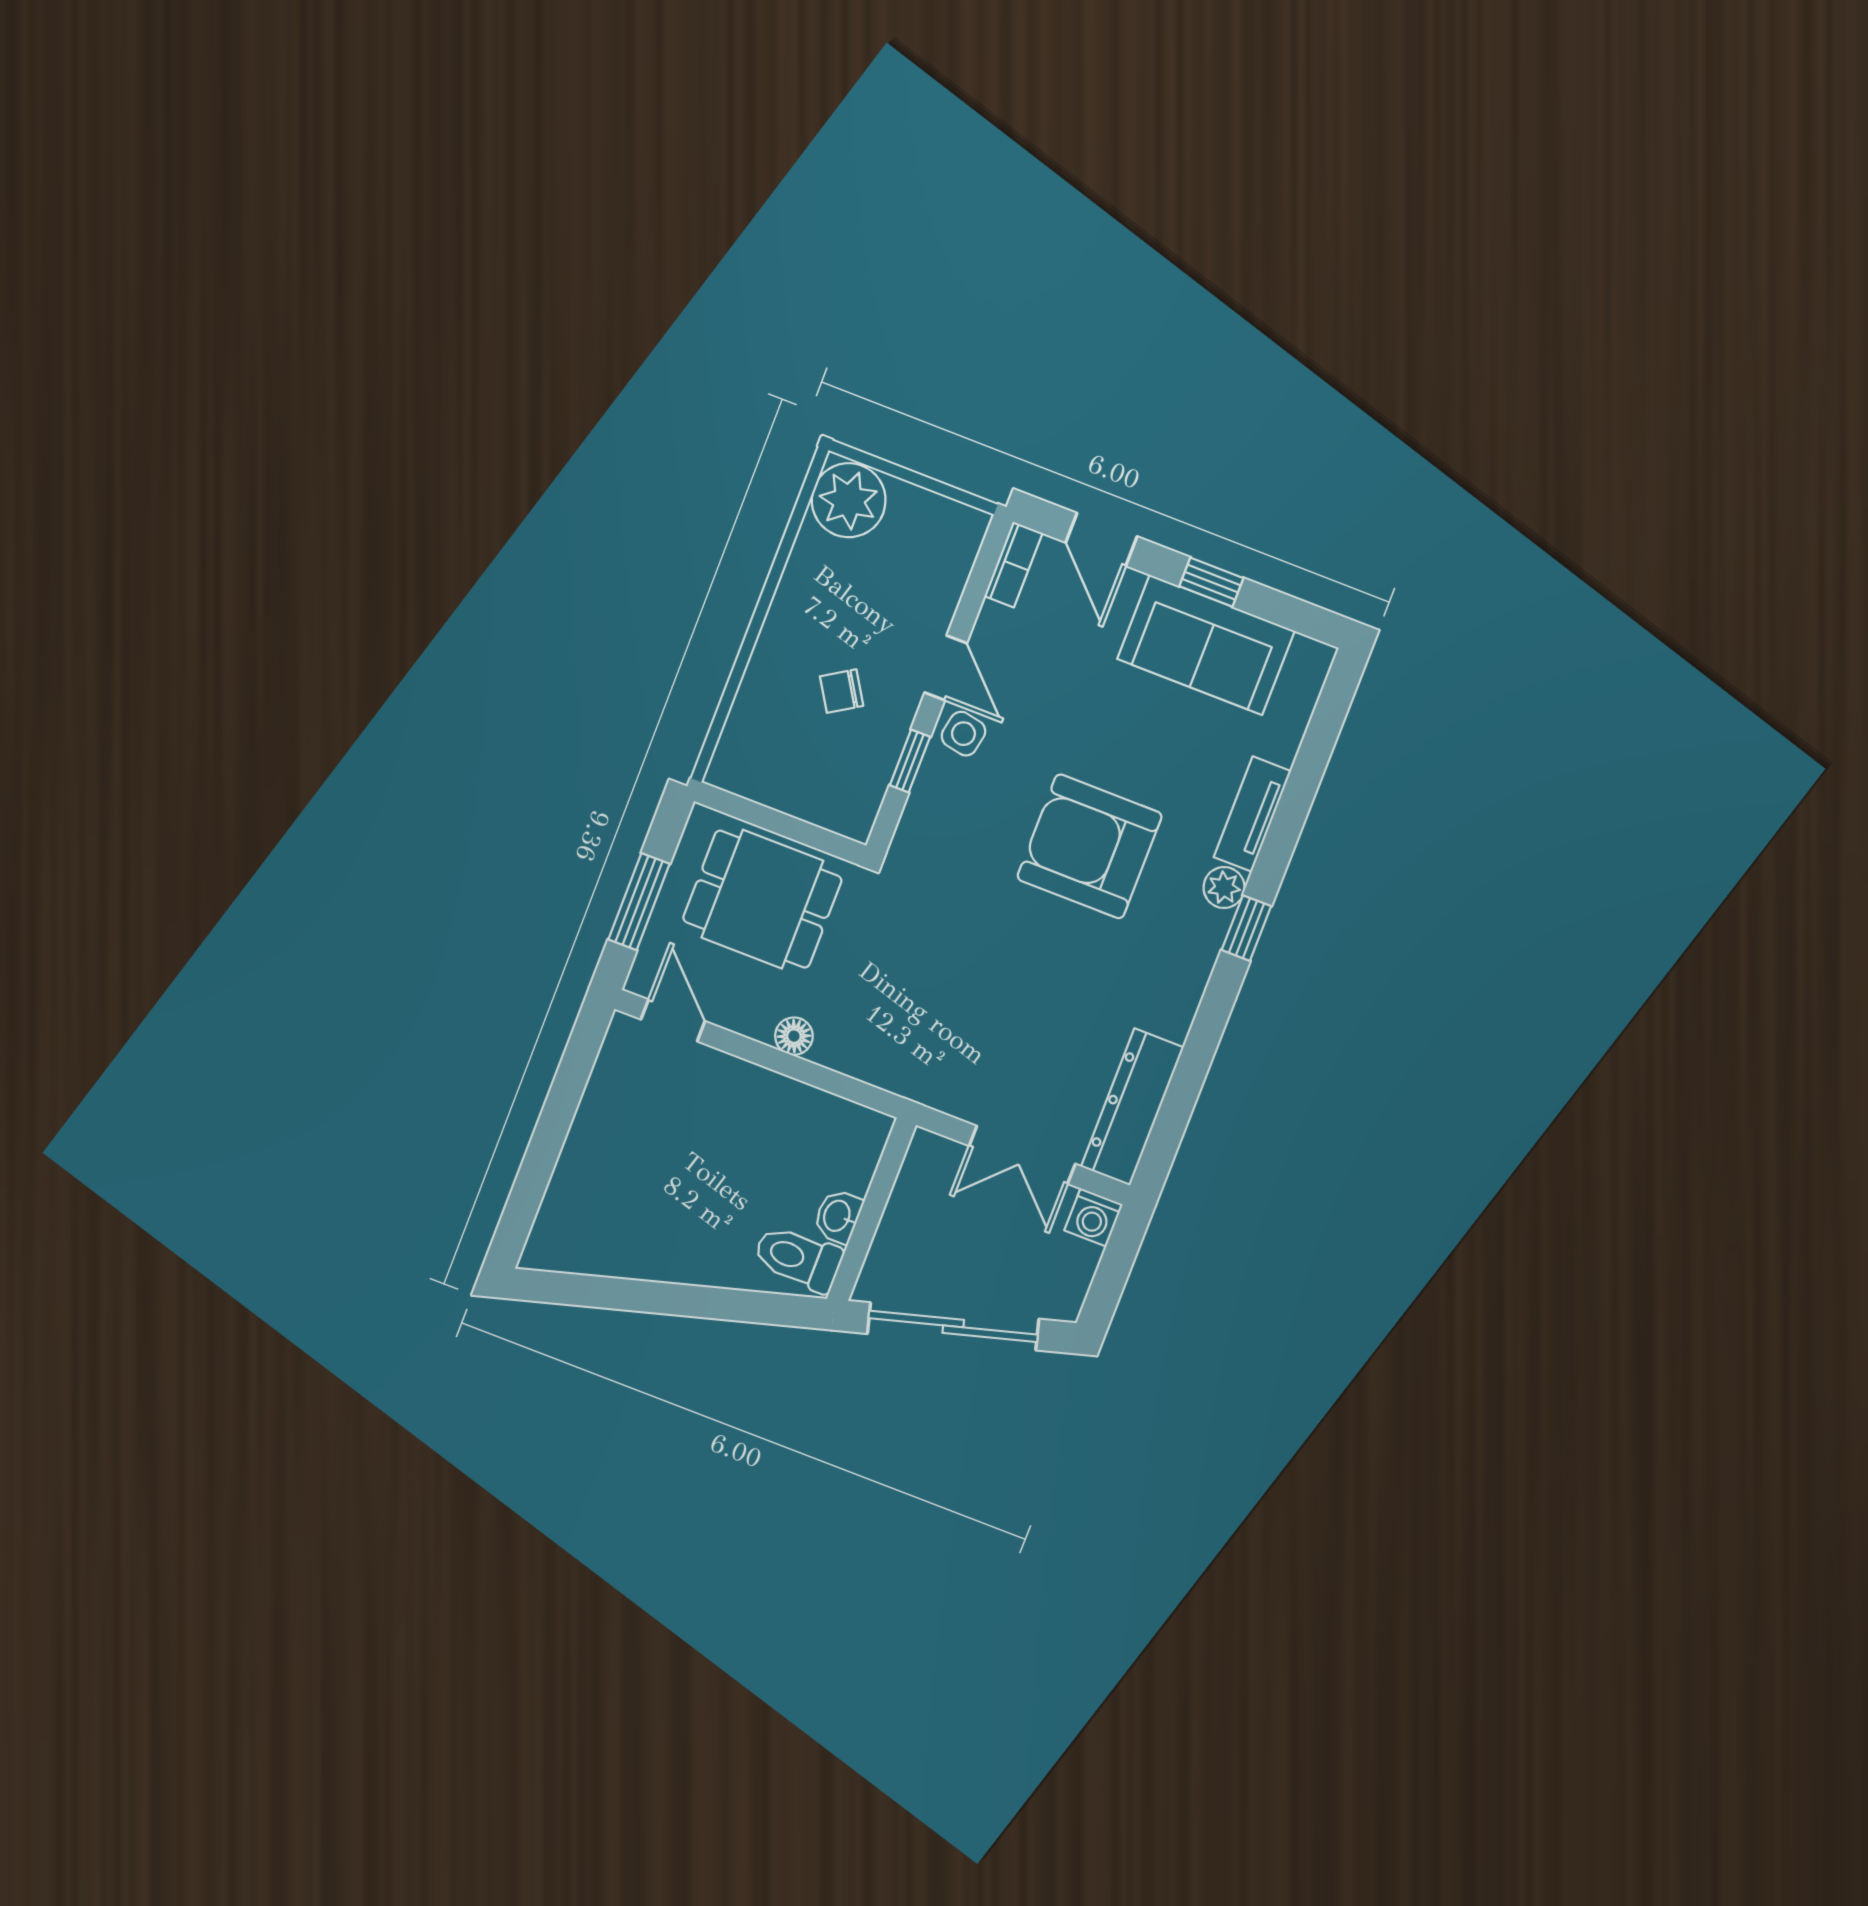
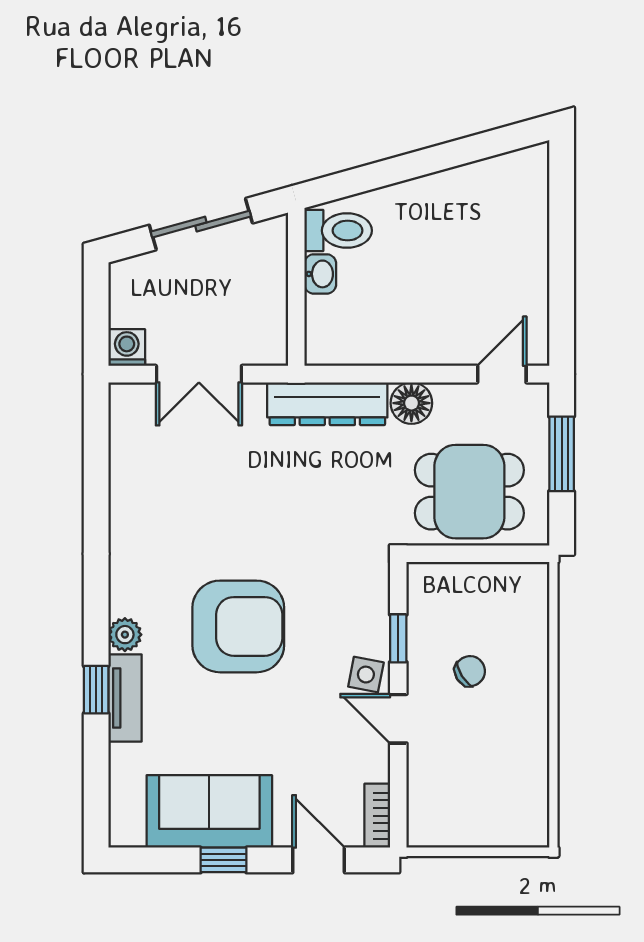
plant: (849, 500) -> (520, 816), removed
window: (1246, 928) -> (96, 690), moved
door: (673, 1020) -> (502, 374), swing flipped
floor lamp: (794, 1036) -> (411, 403), width x1.37, depth x1.37
dresser: (1132, 1107) -> (327, 404), moved, turned 90
double door: (1022, 1155) -> (199, 374), swing flipped
sliding door: (953, 1326) -> (201, 224), width x0.73

